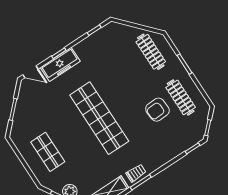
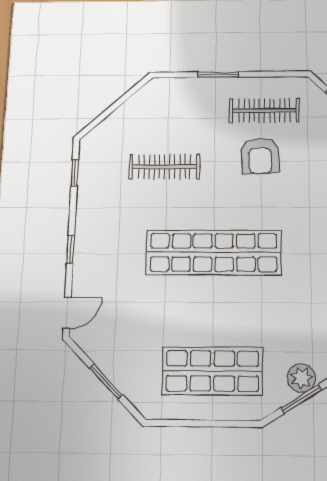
clothes rail: (151, 52) -> (164, 167), moved
freezer: (60, 64) -> (89, 258), removed
shop shelf: (48, 152) -> (212, 371), width x1.43, depth x1.36

